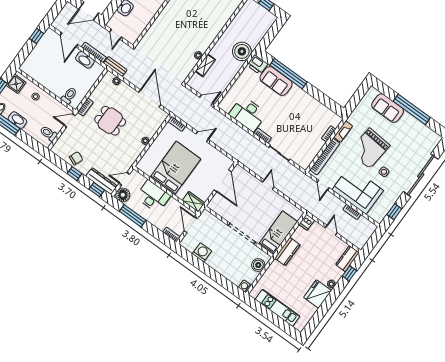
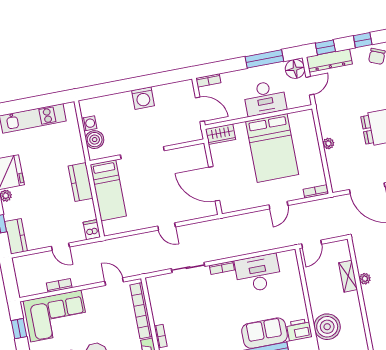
corner sofa: (358, 190) -> (56, 316), moved
washing machine: (202, 252) -> (143, 98), moved
washing machine: (245, 286) -> (89, 123), moved

